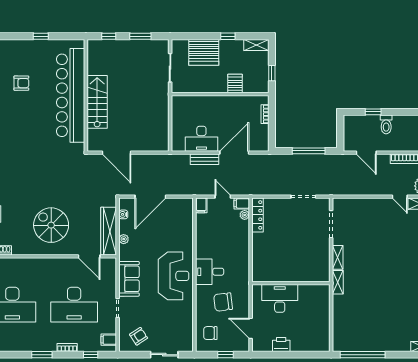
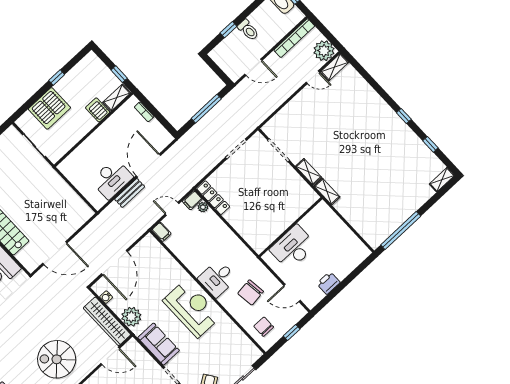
shelving: (256, 45) -> (117, 98), moved
plant: (124, 239) -> (131, 317), width x1.88, depth x1.88
chair: (210, 333) -> (264, 327), turned 90

